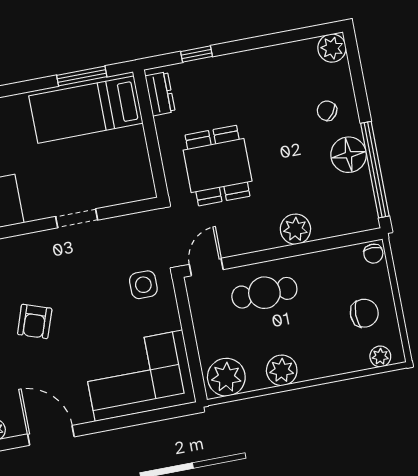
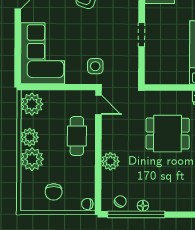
chair: (327, 111) -> (120, 201), moved
floor lamp: (349, 155) -> (143, 206), width x0.53, depth x0.53
dining table: (218, 166) -> (168, 134), moved
plant: (380, 356) -> (32, 159), moved, width x1.87, depth x1.87

